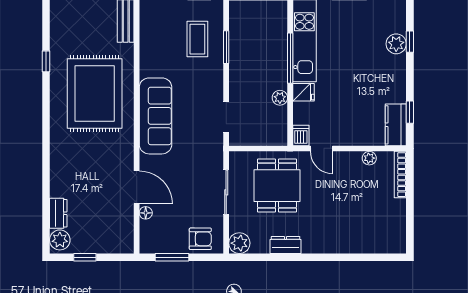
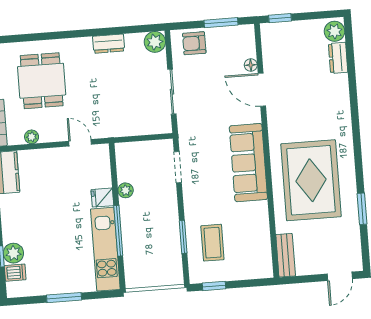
window: (46, 61) -> (362, 209), width x1.50
dishwasher: (301, 135) -> (15, 273), moved, turned -90
dining table: (277, 186) -> (42, 81), moved
window: (85, 257) -> (280, 18), moved

